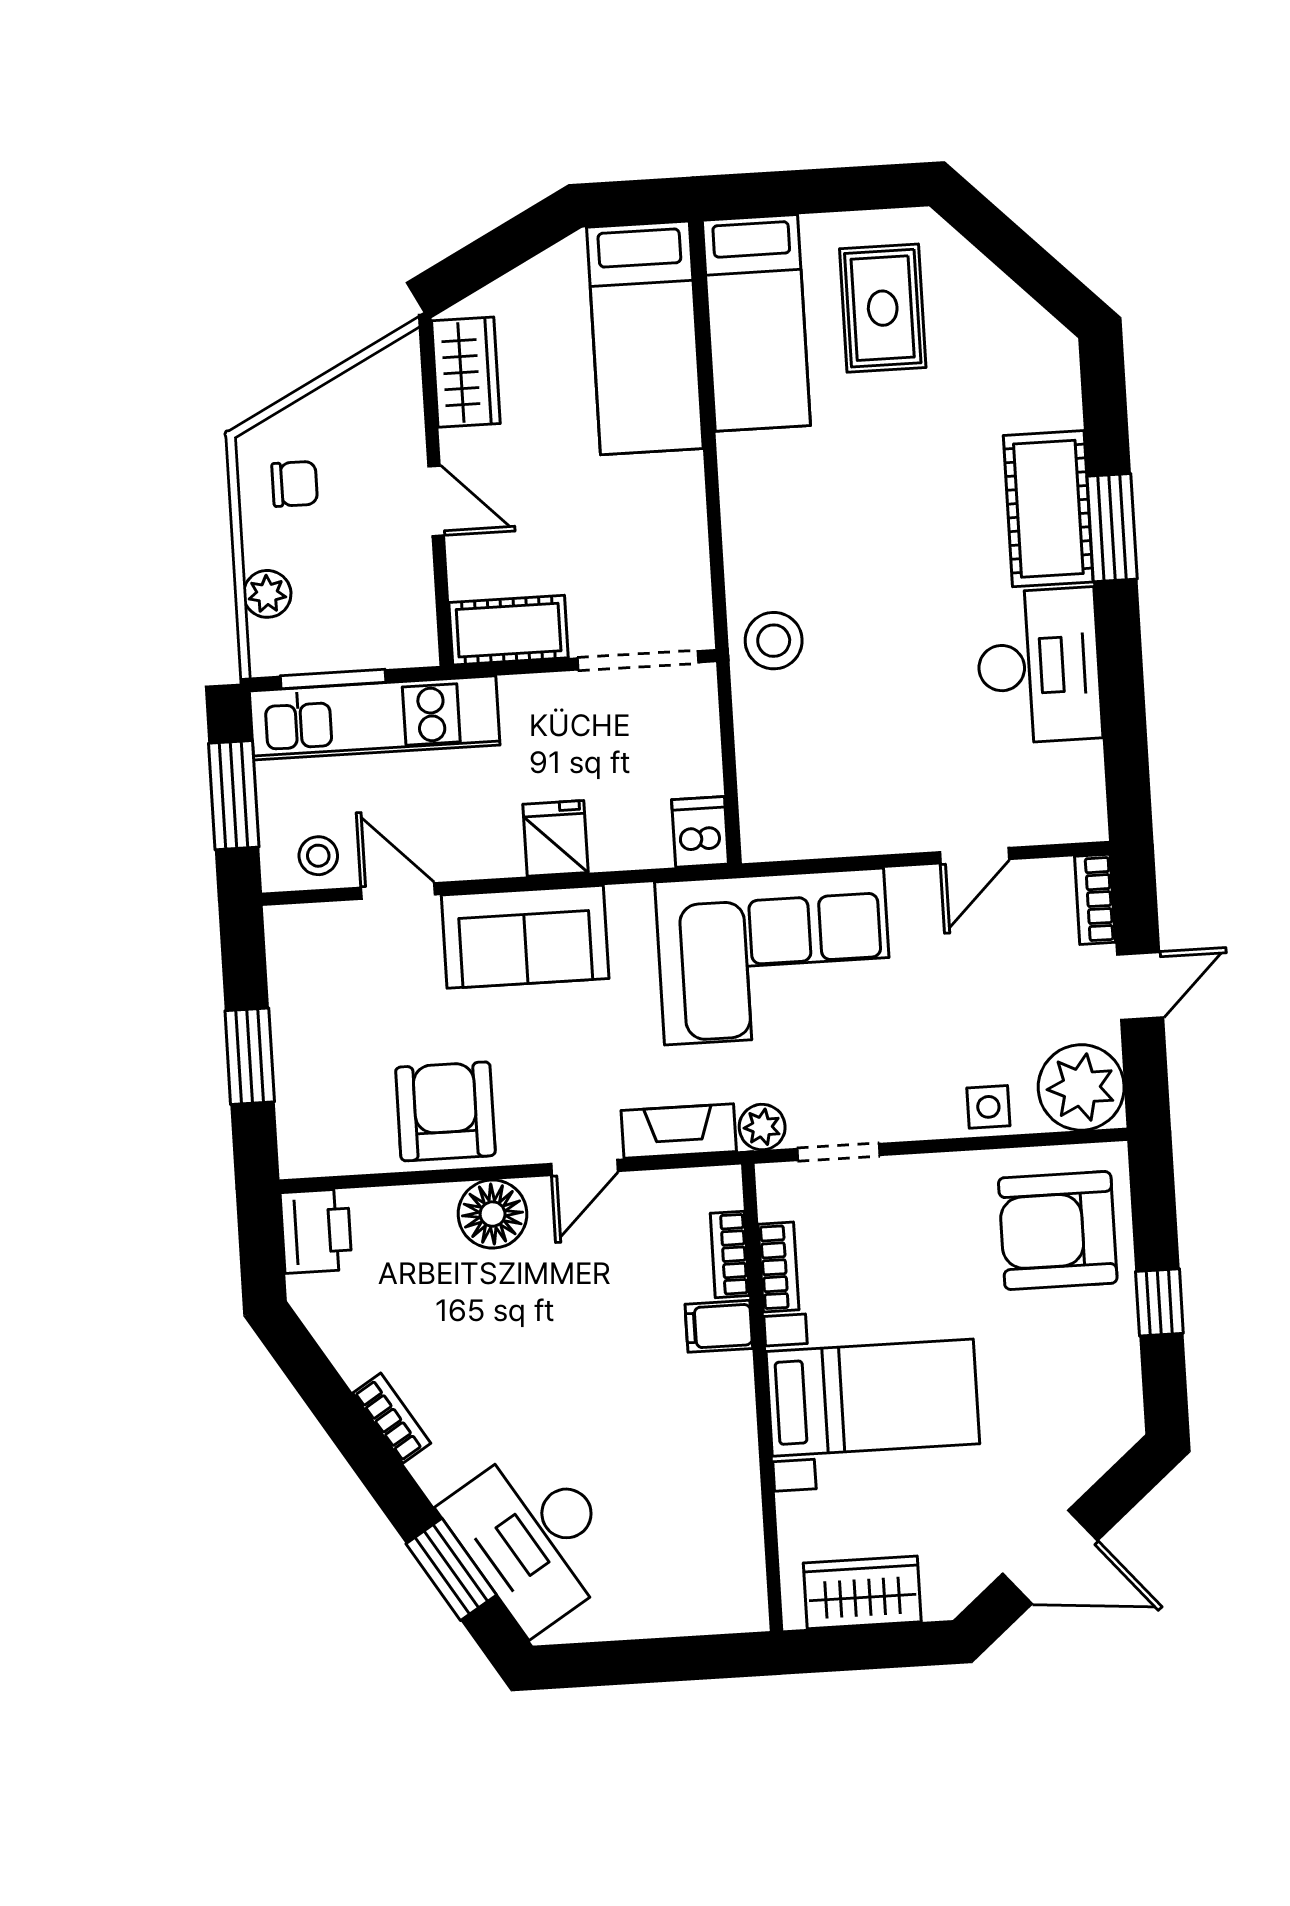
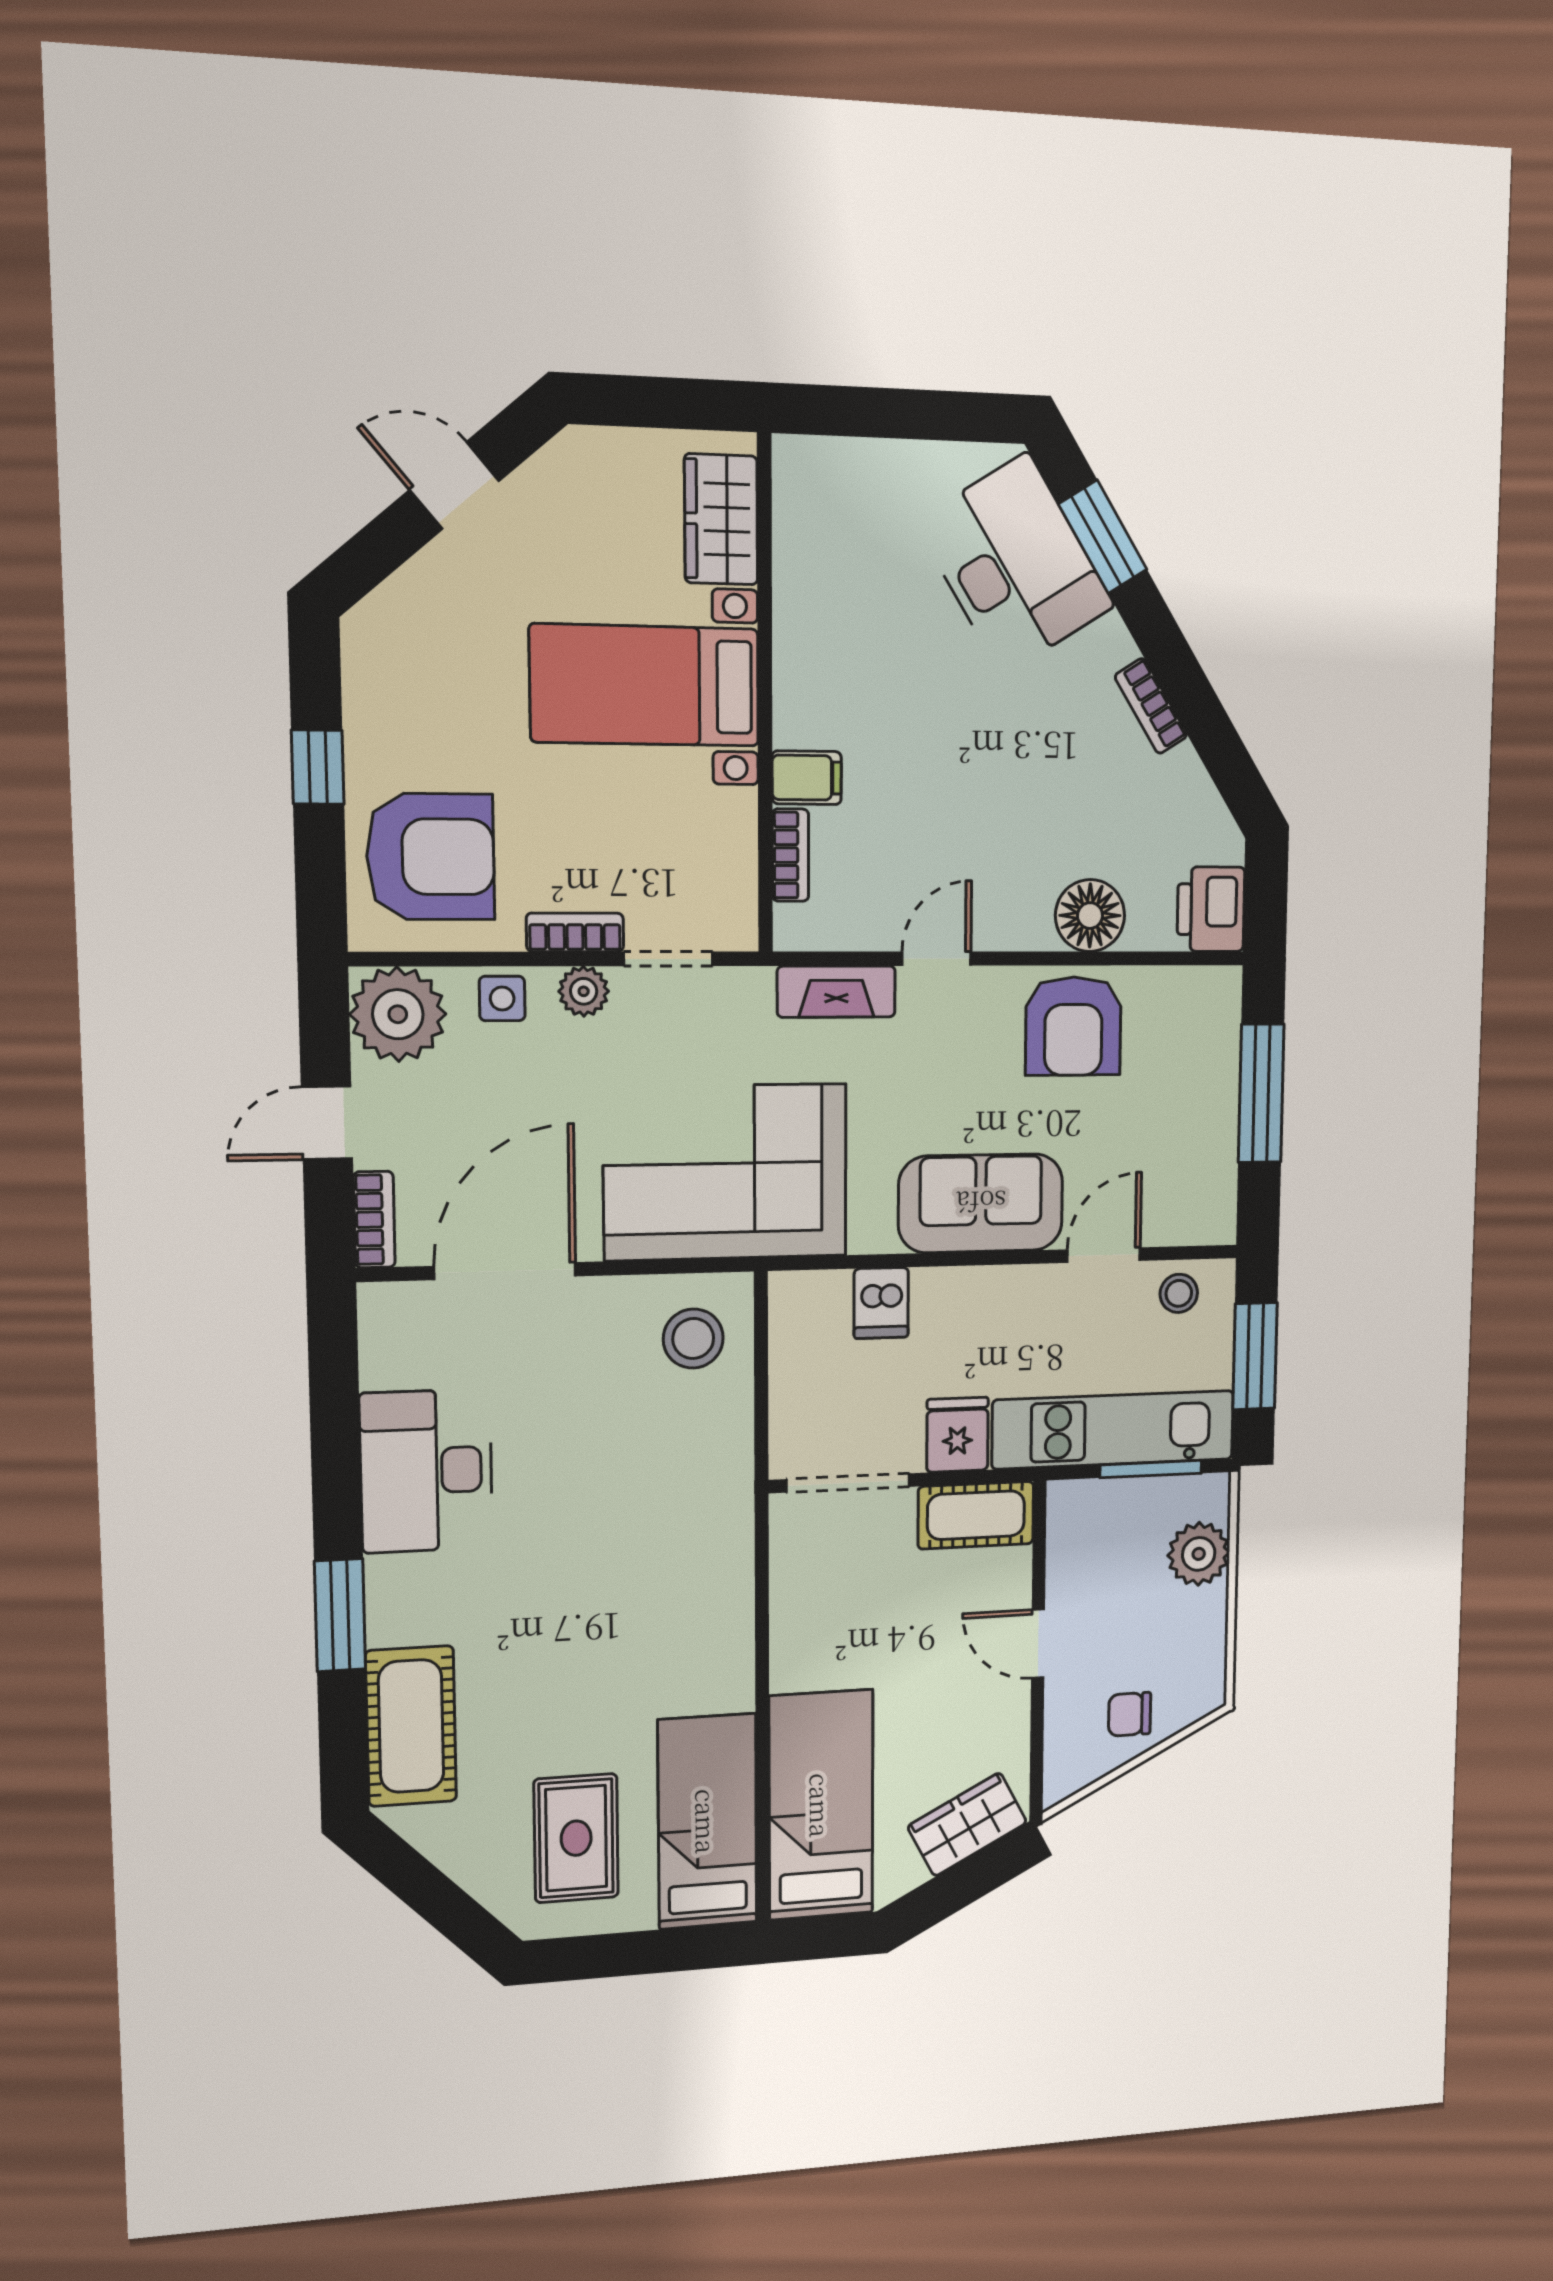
wardrobe: (466, 372) -> (967, 1824), moved, turned 62
chair: (295, 484) -> (1130, 1714), moved
cot: (1048, 509) -> (411, 1726), moved
plant: (267, 594) -> (1199, 1554), width x1.38, depth x1.38
stool: (774, 641) -> (693, 1338), moved
dishwasher: (700, 832) -> (881, 1303), moved
fridge: (556, 838) -> (957, 1435), moved, turned 180
door: (975, 856) -> (505, 1271), width x1.87
door: (398, 891) -> (1104, 1255), swing flipped
window: (250, 1056) -> (1261, 1093), width x1.44
plant: (762, 1127) -> (584, 991), moved
floor lamp: (493, 1214) -> (1090, 916), moved
bookcase: (779, 1267) -> (575, 932), moved, turned 90
door: (1050, 1557) -> (454, 485), width x0.73
wardrobe: (862, 1592) -> (721, 519), moved, turned 90

